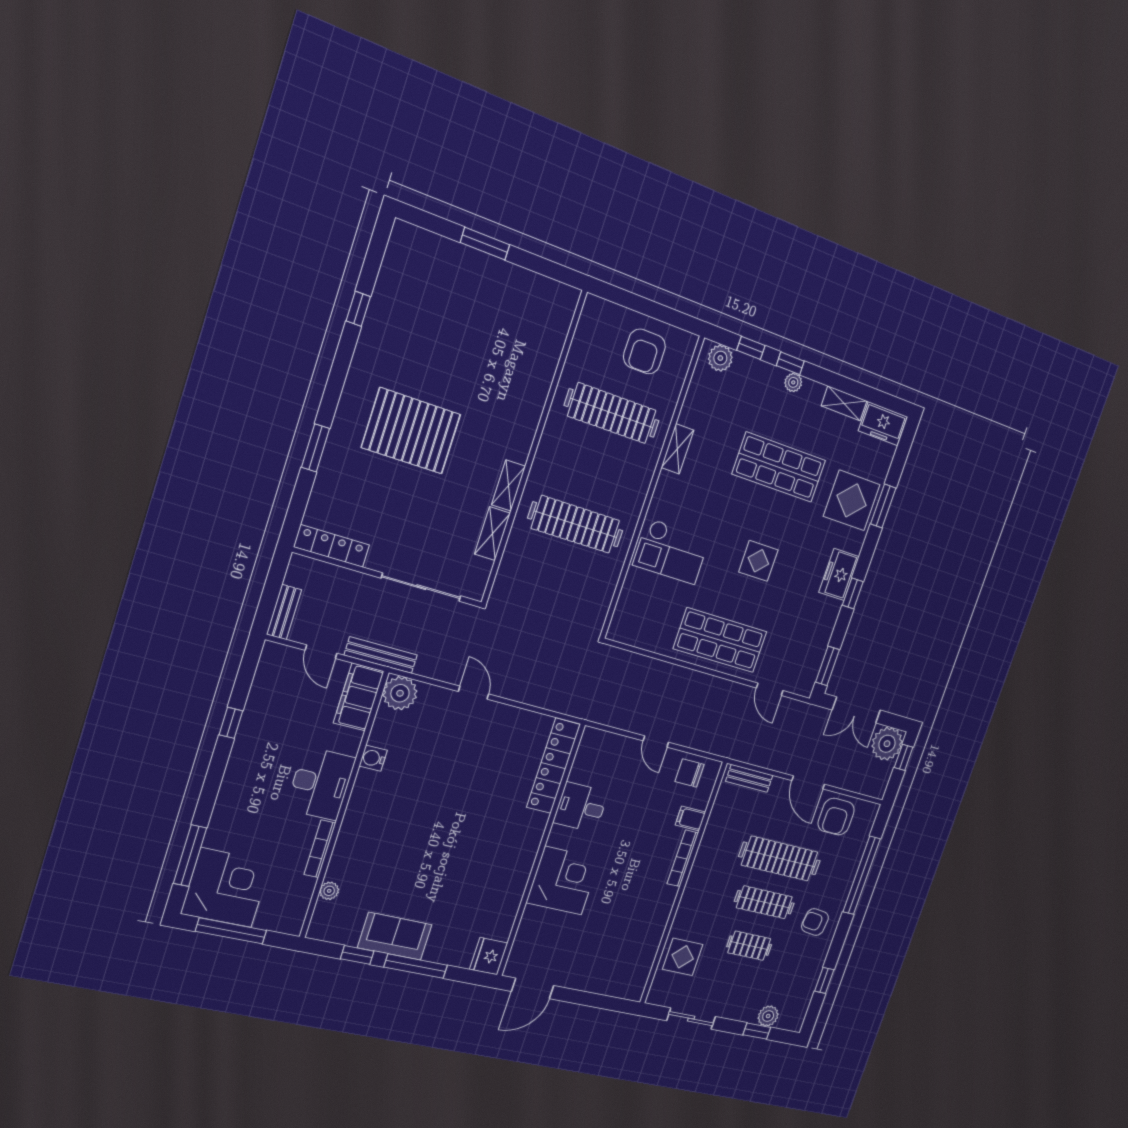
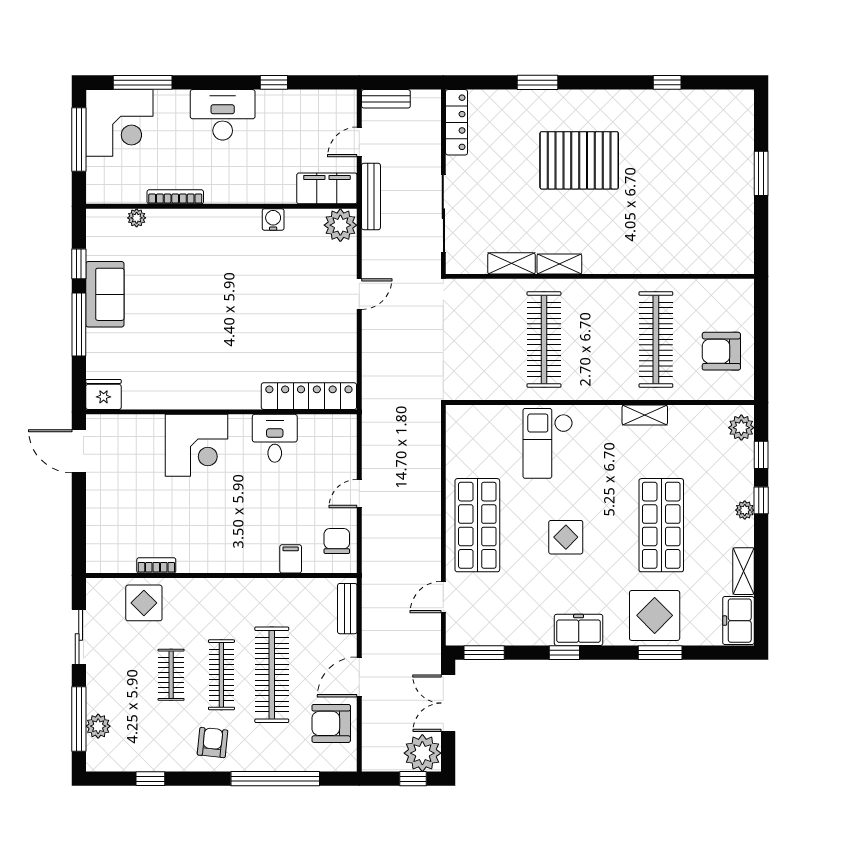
pallet: (411, 431) -> (579, 160), turned 90
desk: (321, 784) -> (223, 115), moved, turned 180
bookcase: (683, 858) -> (156, 565), moved, width x0.64
window: (757, 1031) -> (79, 719), width x2.17

